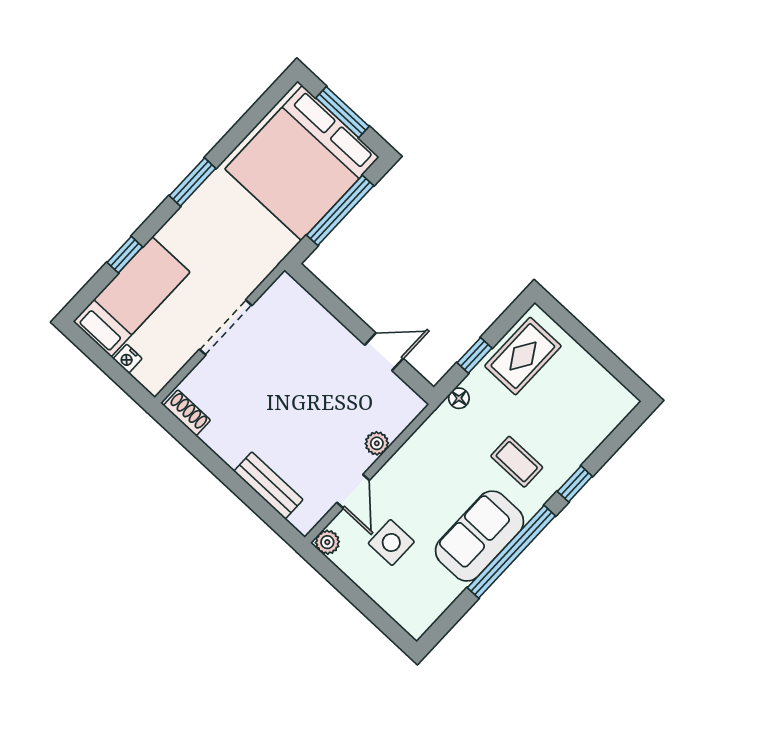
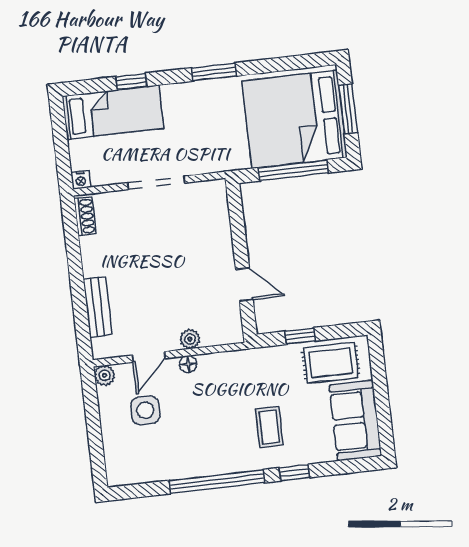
nightstand: (128, 359) -> (81, 180), moved, turned -90
floor lamp: (459, 398) -> (188, 364), moved
sofa: (479, 536) -> (355, 420), moved, turned -90

